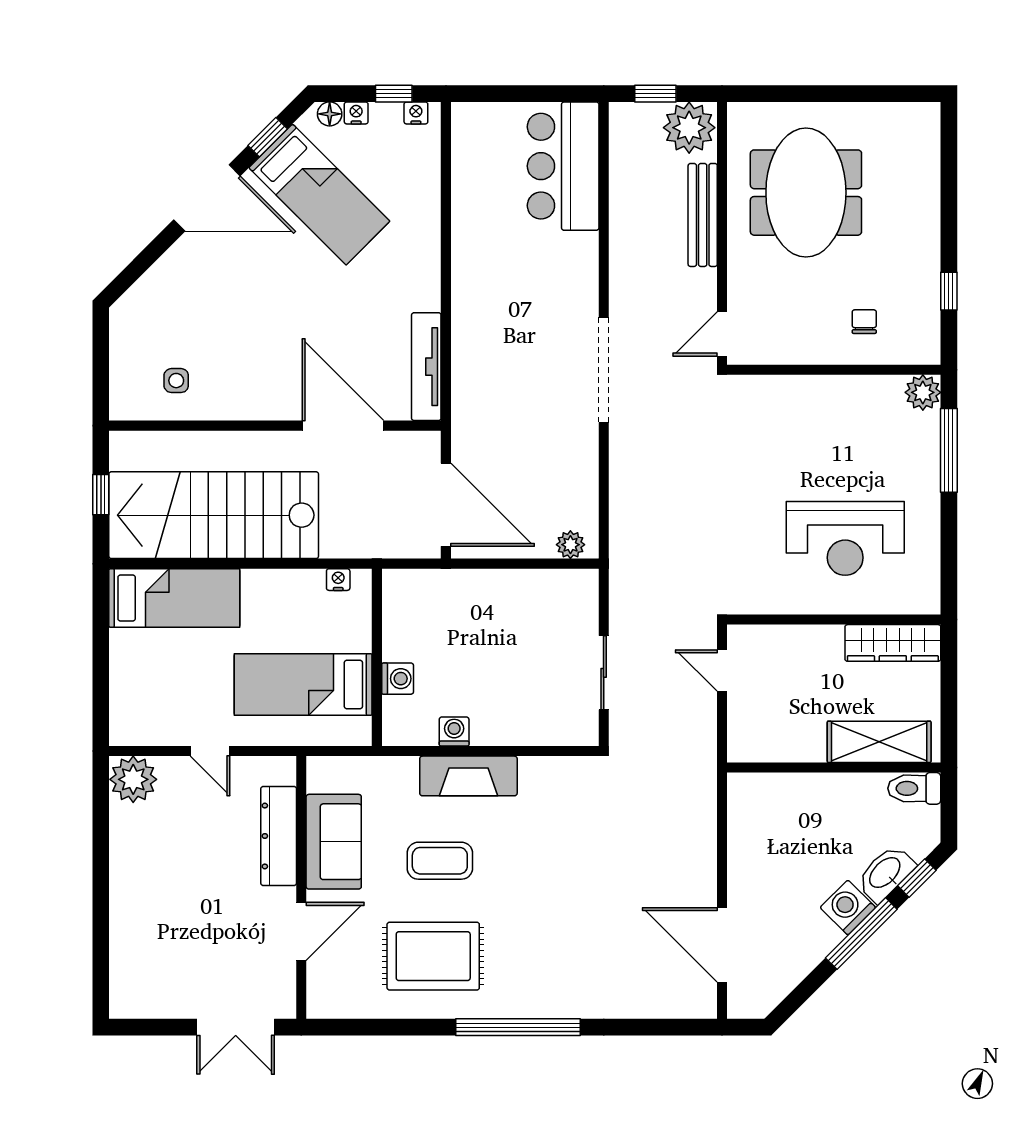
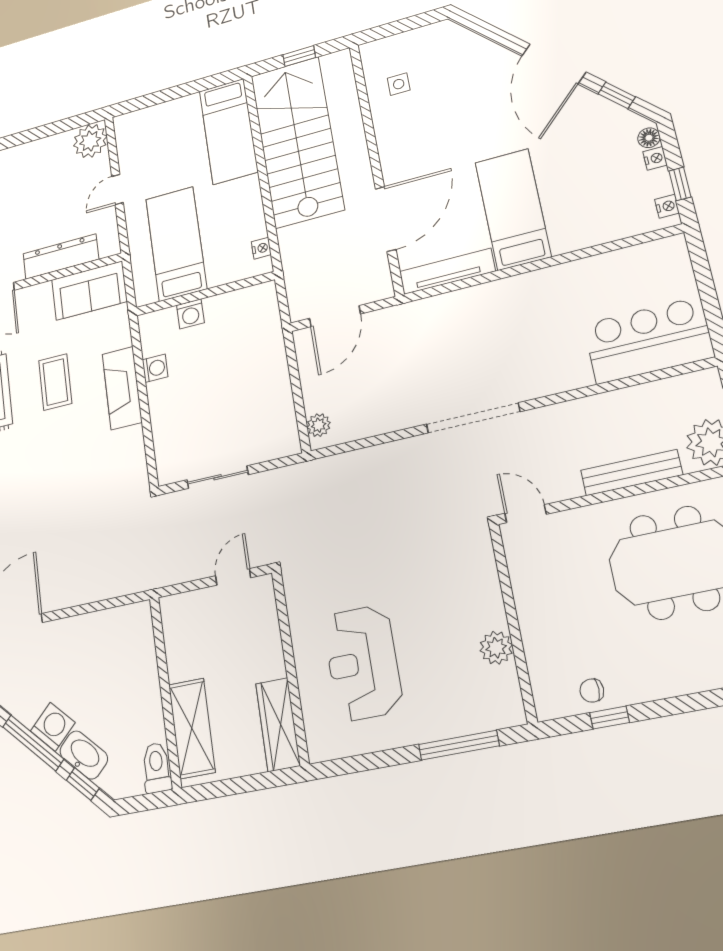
bed: (319, 194) -> (513, 209), moved, turned 135
chair: (864, 322) -> (592, 691), moved, turned 180
plant: (923, 392) -> (496, 648), moved
door: (446, 505) -> (335, 316), width x0.73
sofa: (334, 842) -> (89, 291), moved

